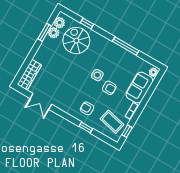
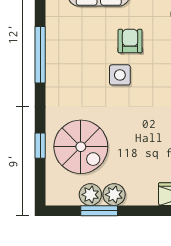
plant: (59, 23) -> (114, 195), moved
spiral stairs: (76, 41) -> (81, 147), turned -90

